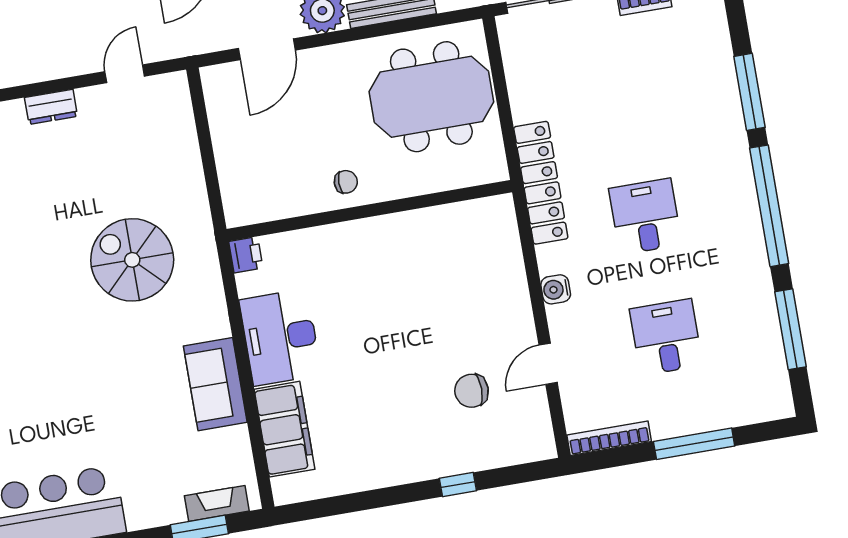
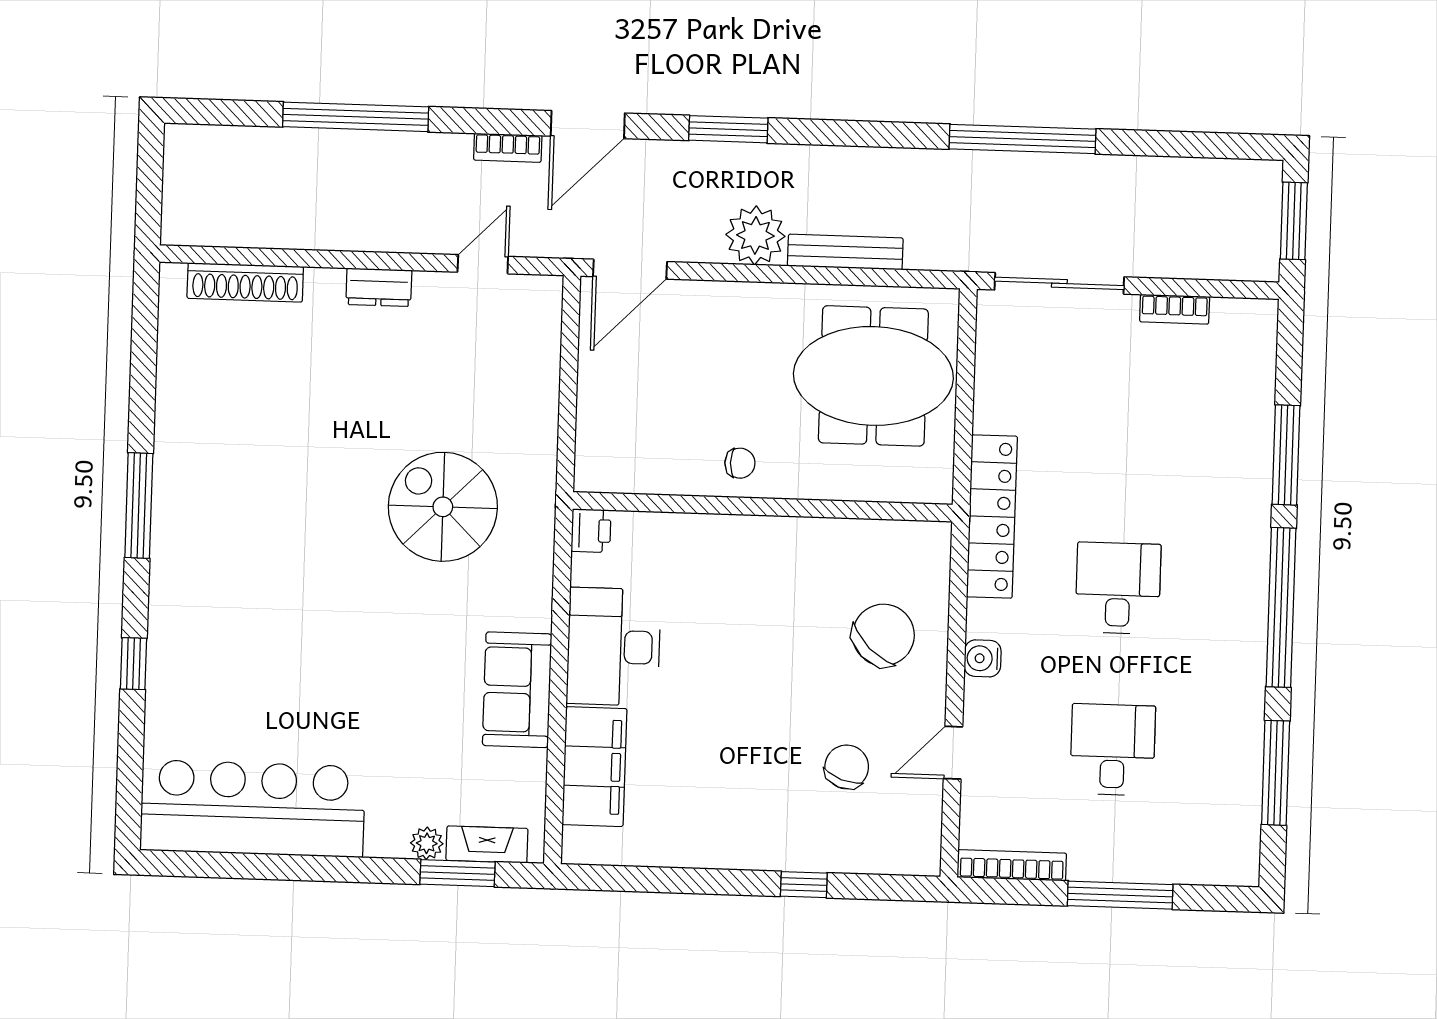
door: (267, 49) -> (630, 269), moved
chair: (479, 287) -> (883, 635), added
chair: (472, 391) -> (847, 767), turned 110
plant: (172, 512) -> (427, 843), added

